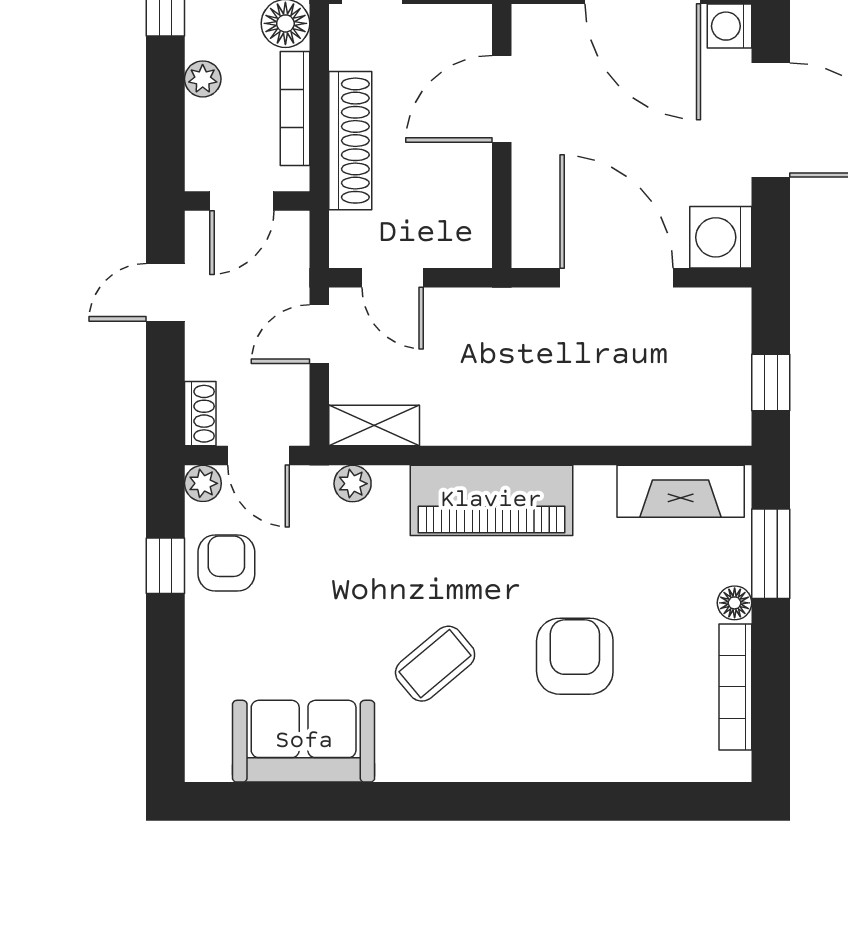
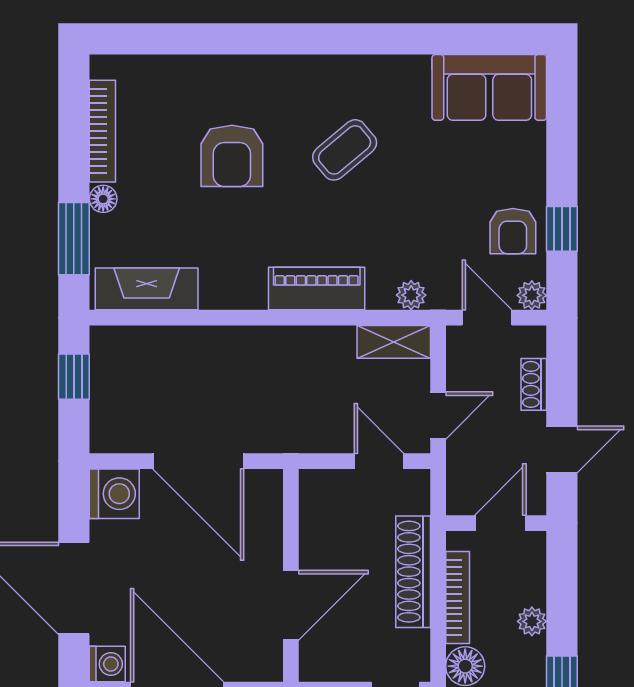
shoe rack: (200, 414) -> (534, 384), moved
piano: (491, 500) -> (317, 289), width x0.73, depth x0.75
sofa: (304, 741) -> (489, 87), moved

